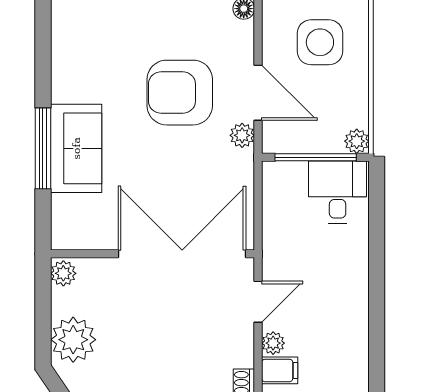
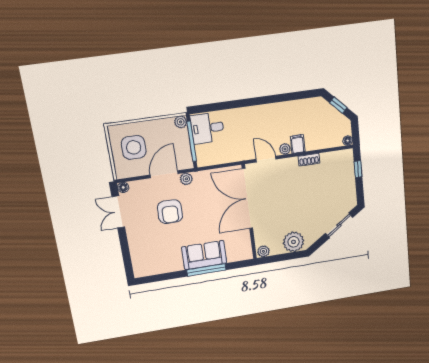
armchair: (180, 93) -> (170, 212), width x0.73, depth x0.73

